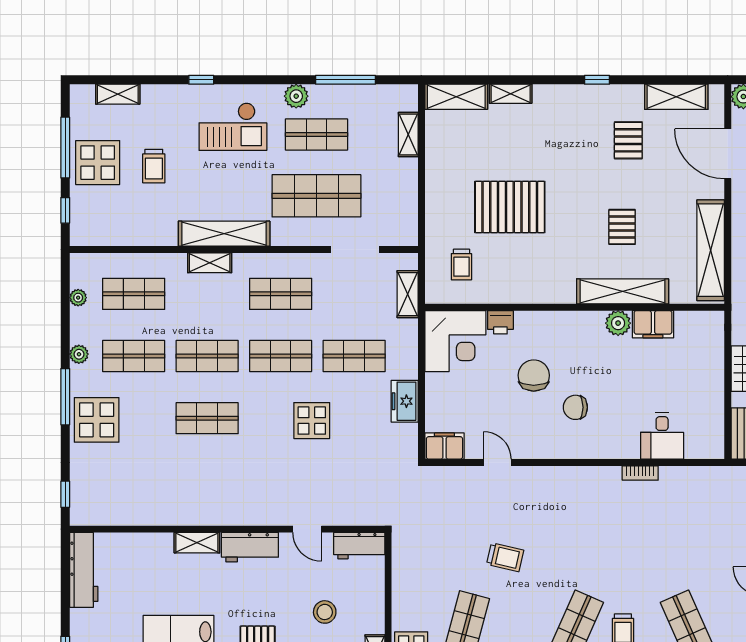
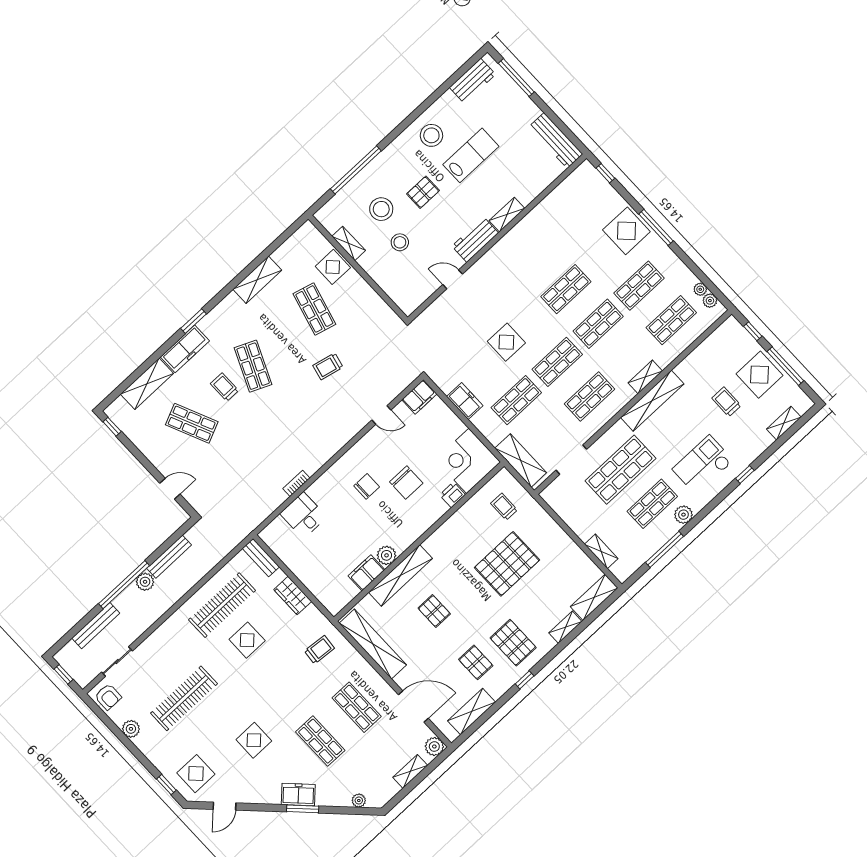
pallet: (575, 126) -> (513, 643), added
shelving: (408, 294) -> (521, 460), width x1.50, depth x1.33
plant: (79, 354) -> (710, 301), moved
workbench: (359, 546) -> (415, 297), removed

